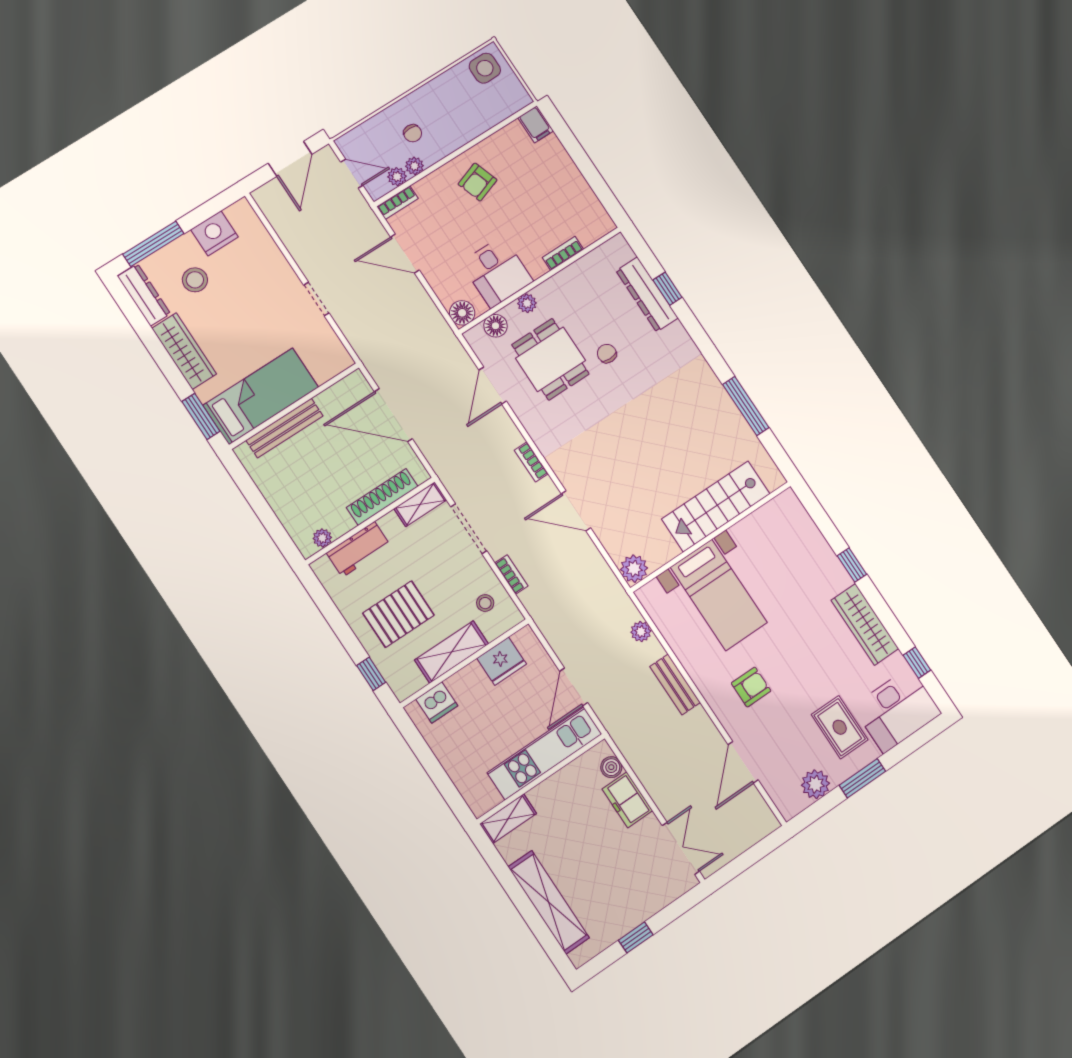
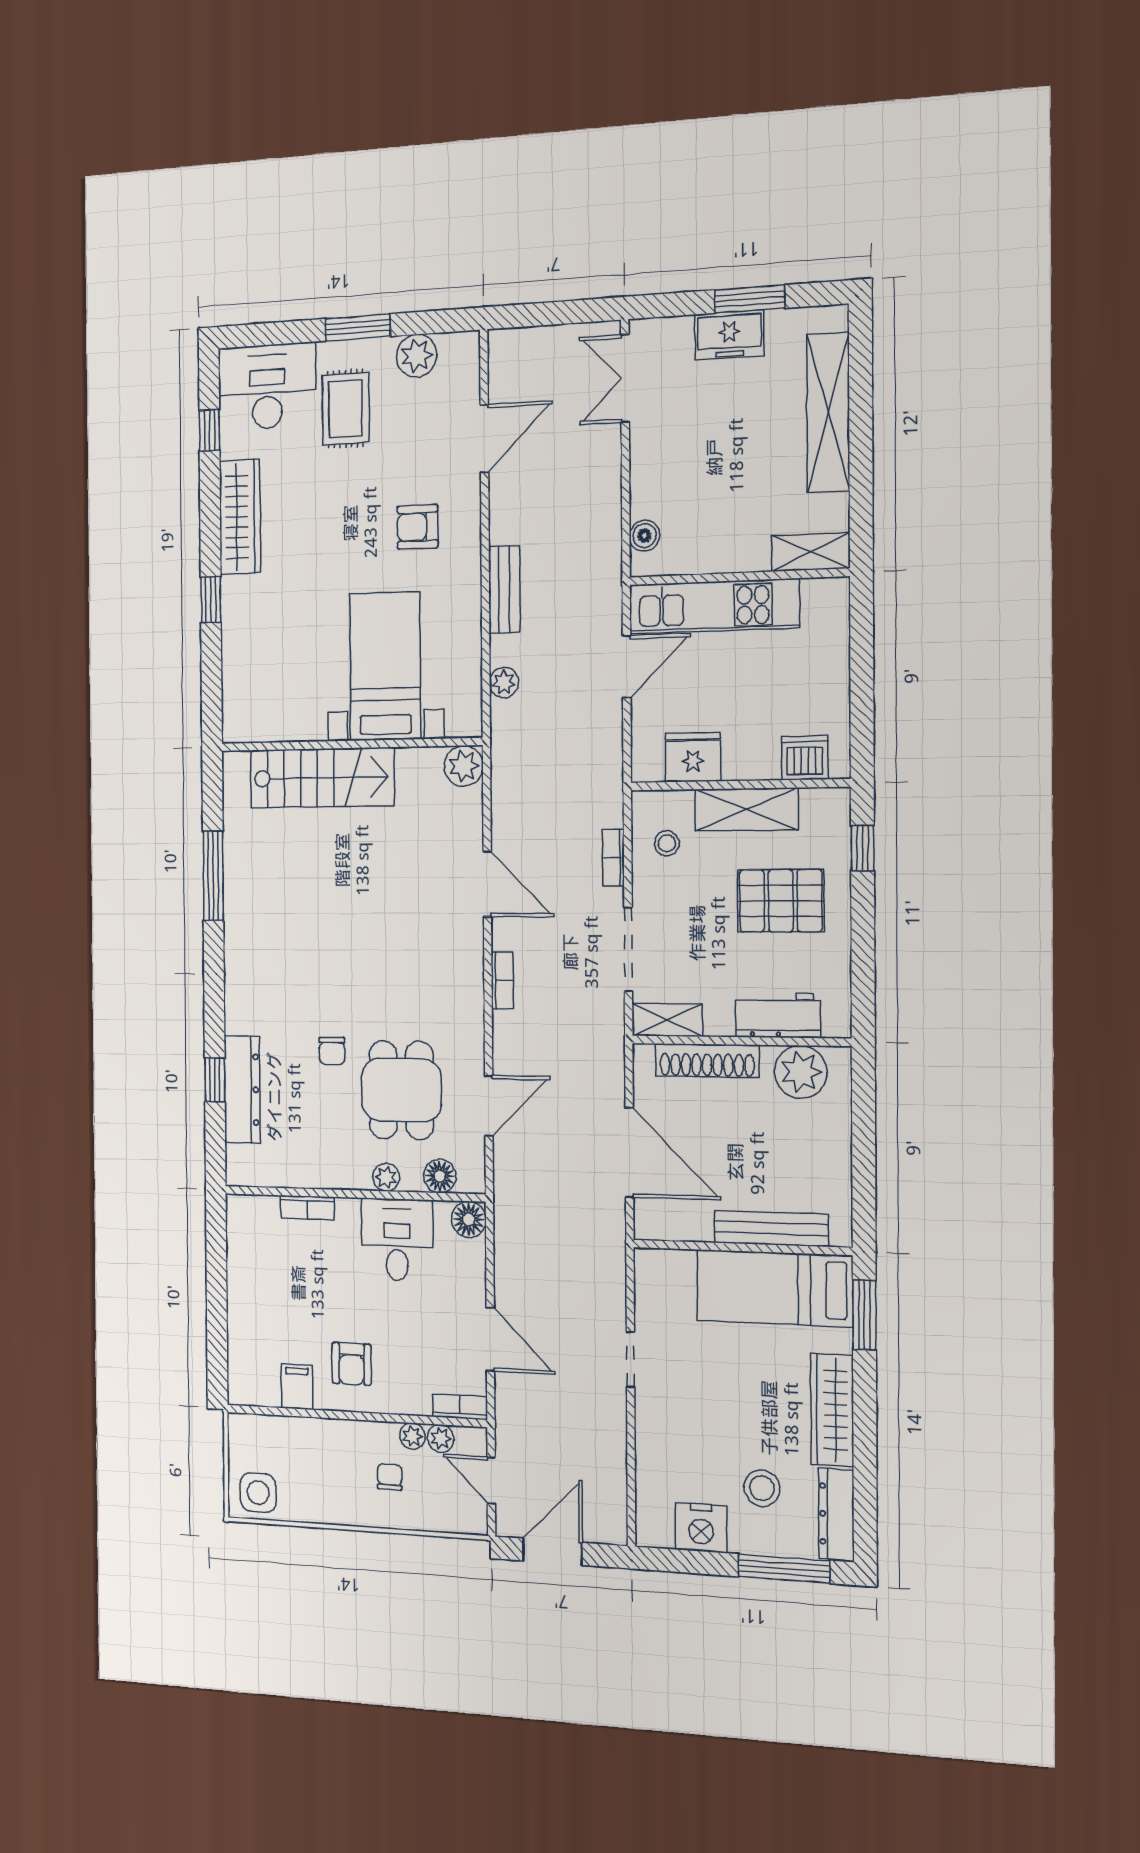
filing cabinet: (536, 124) -> (297, 1387), moved
armchair: (478, 182) -> (352, 1364), turned 109
plant: (322, 538) -> (801, 1072), width x1.88, depth x1.88
freezer: (627, 800) -> (729, 335), moved, turned 90
window: (636, 937) -> (750, 299), width x1.50

